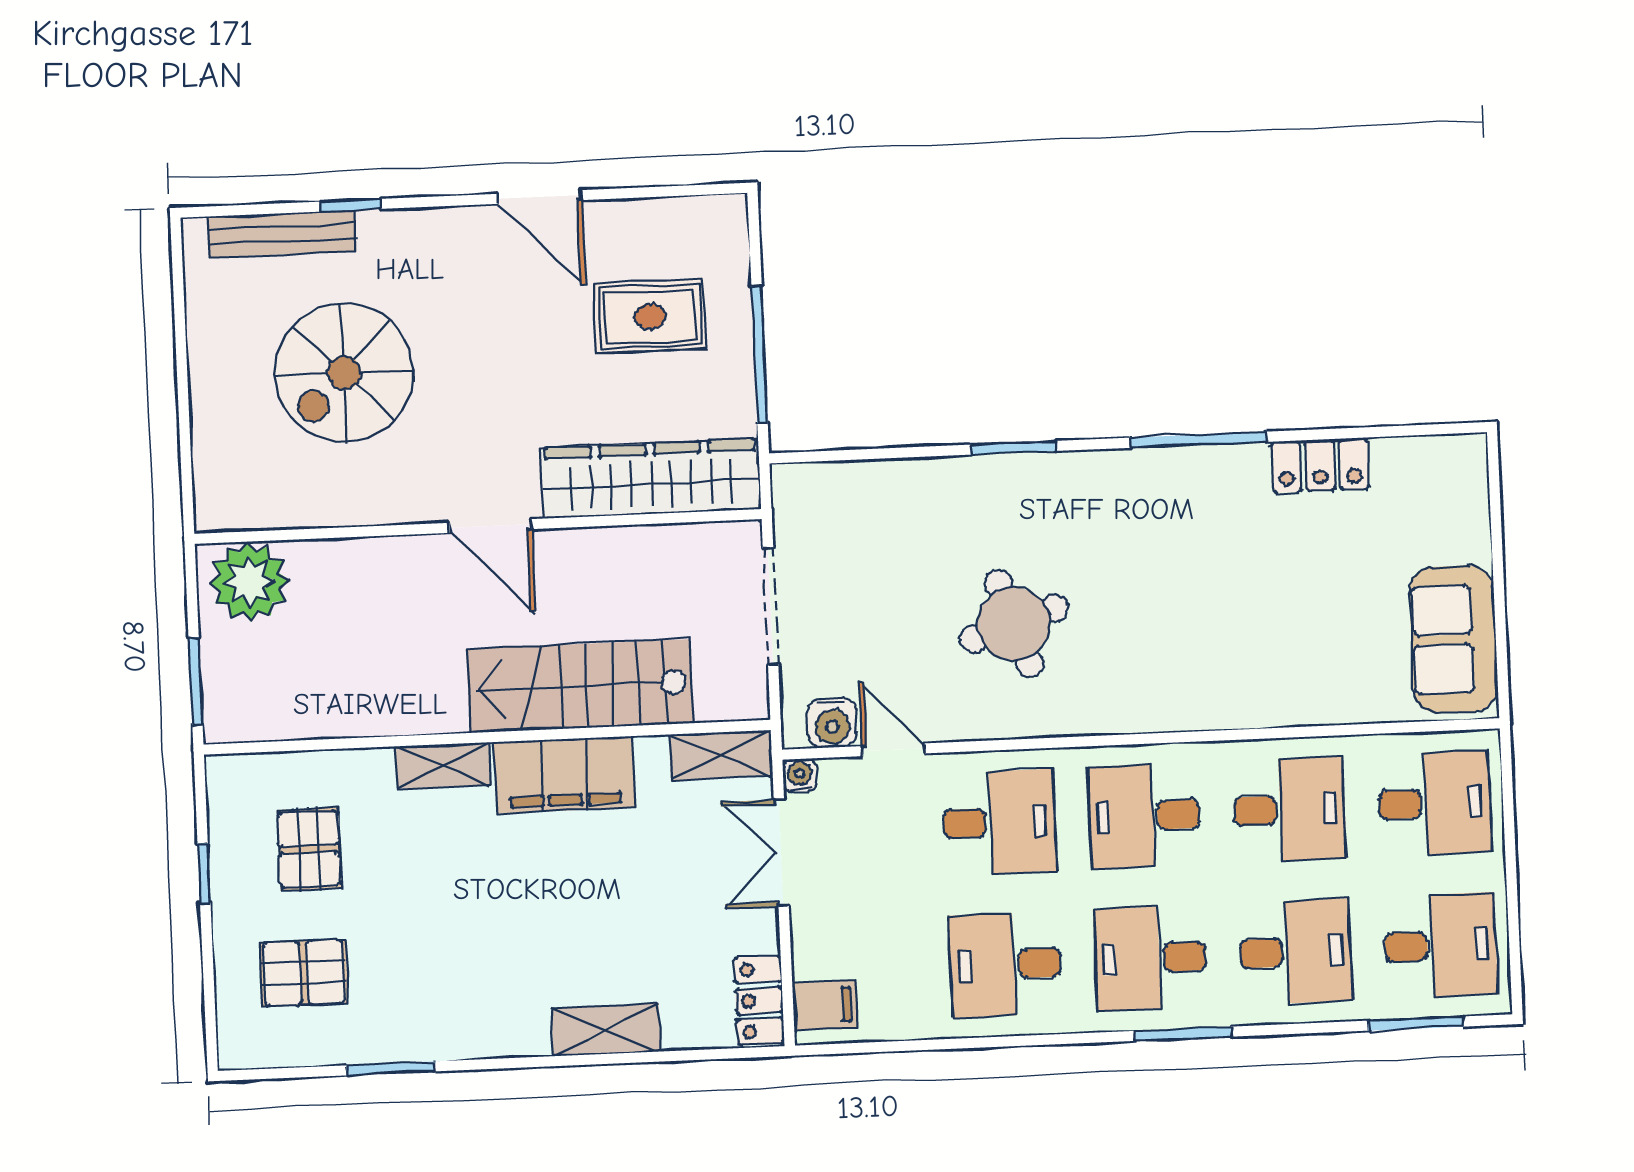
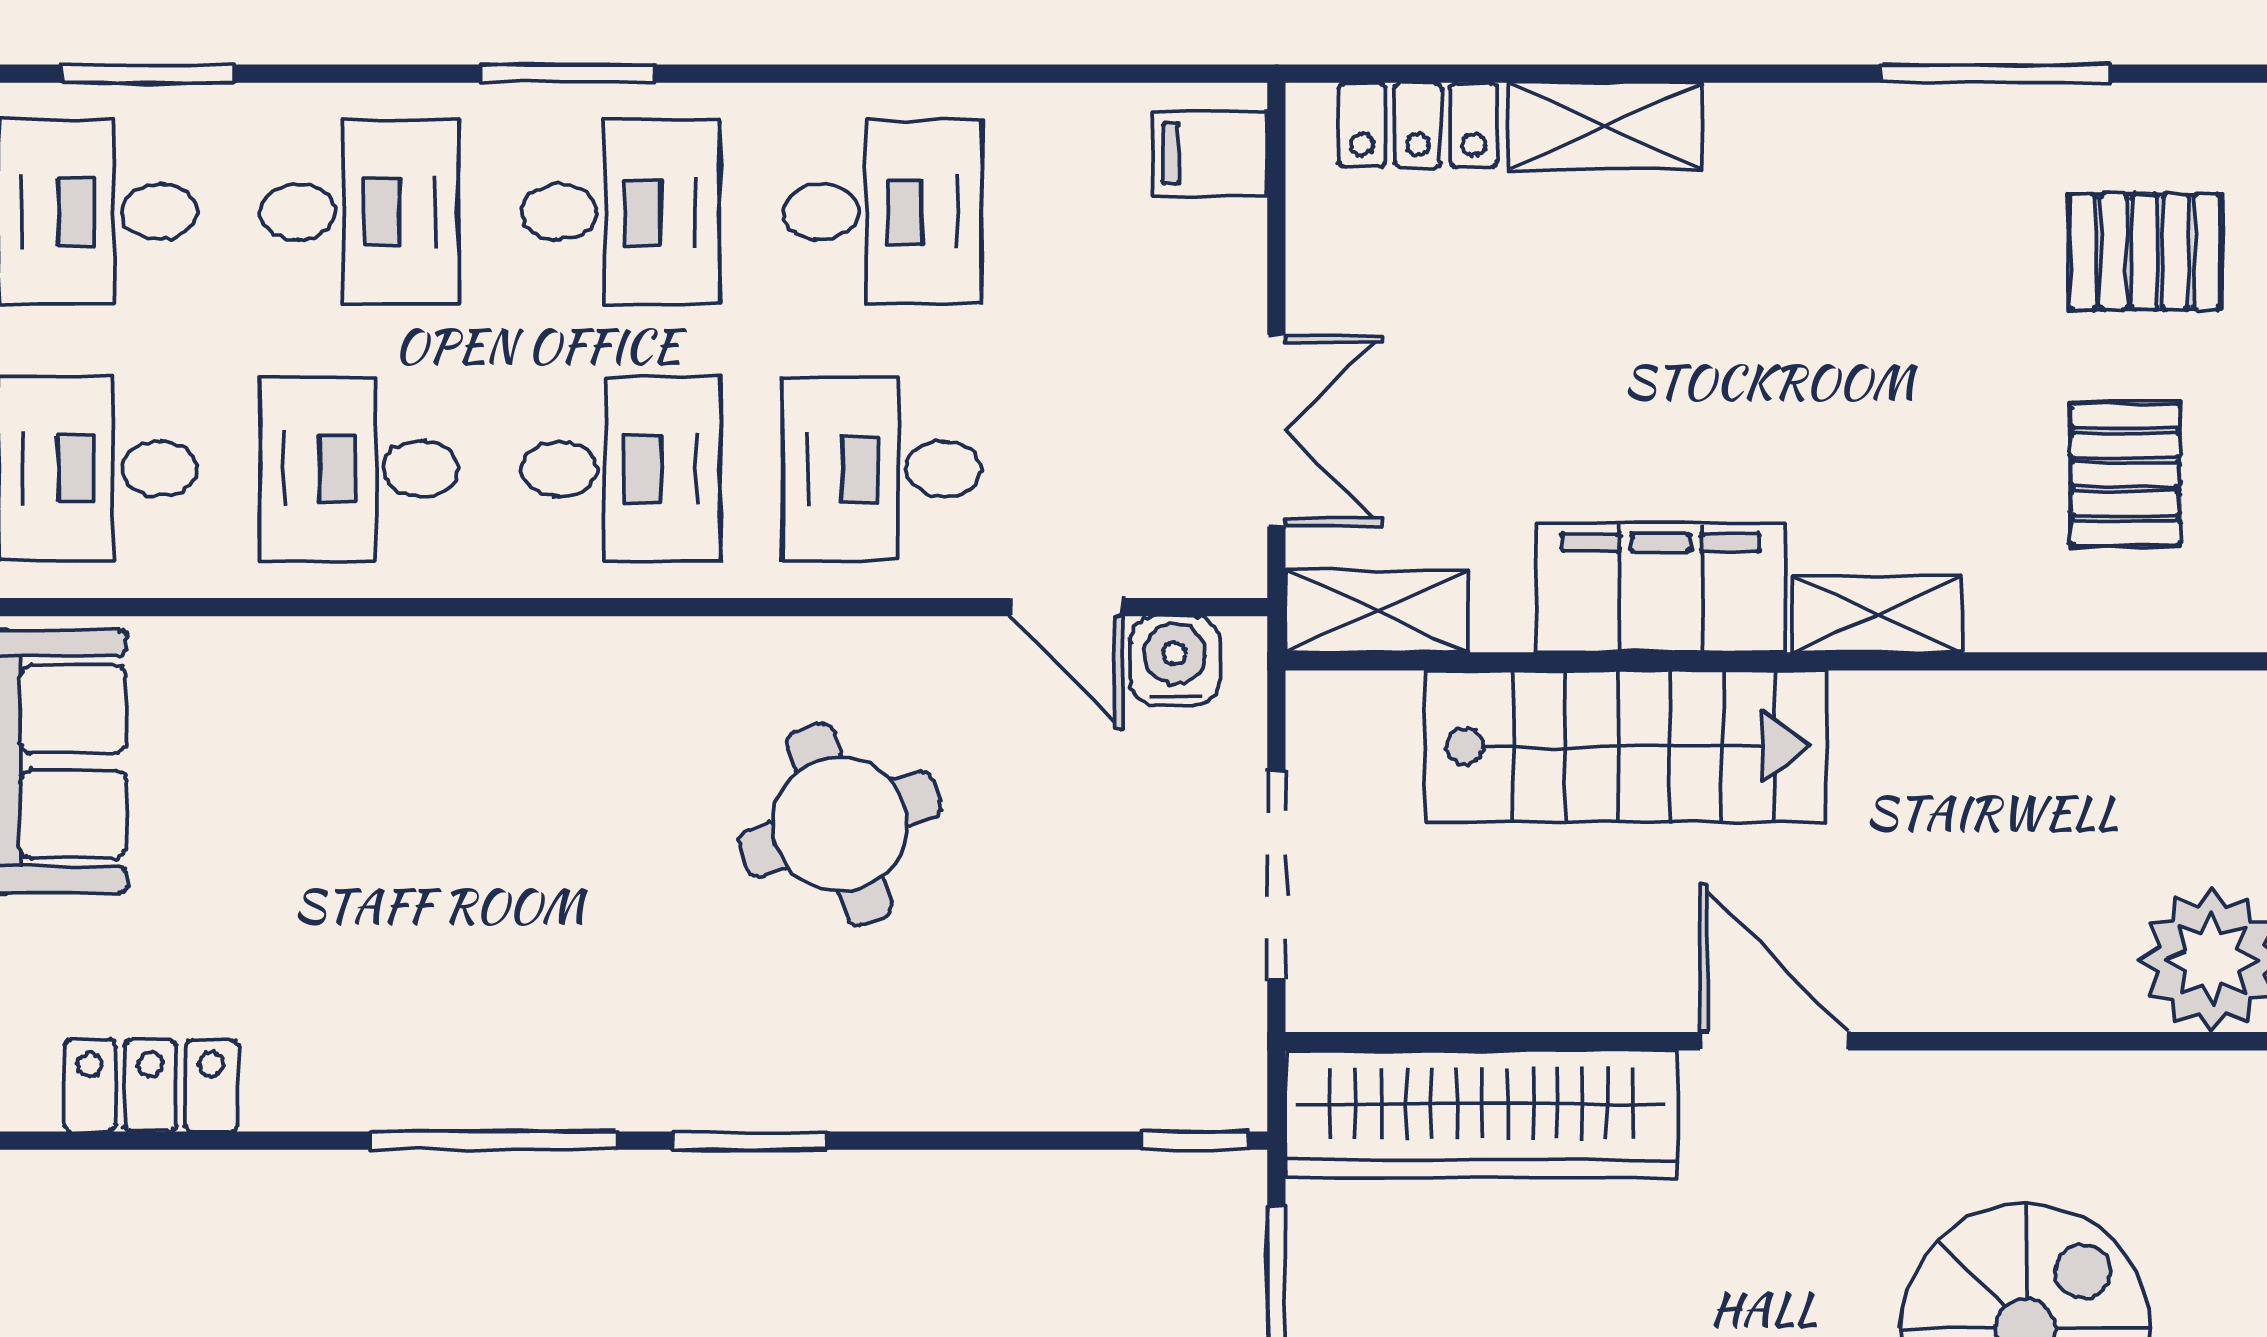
window: (1013, 448) -> (750, 1141), moved
window: (809, 457) -> (1195, 1141), added
locker: (1320, 465) -> (151, 1085), moved
water cooler: (800, 776) -> (1237, 568), removed
desk: (1296, 952) -> (359, 212), turned 180
locker: (759, 1001) -> (1418, 125), moved, turned 90
window: (391, 1068) -> (1996, 74), width x1.44

